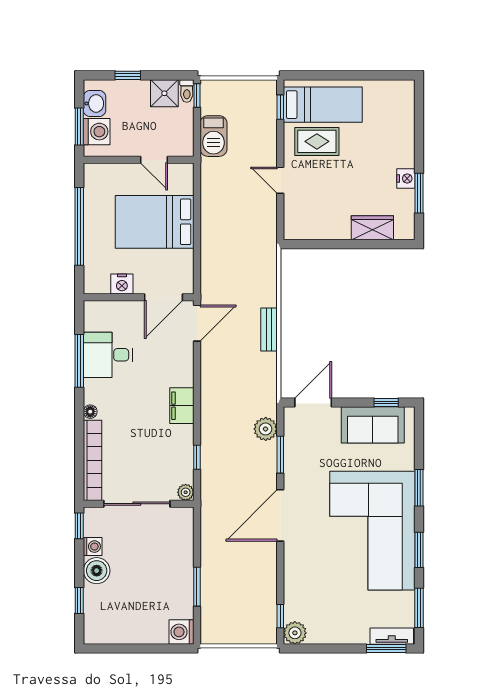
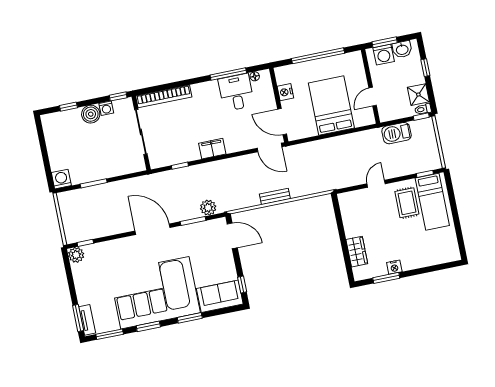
floor lamp: (90, 412) -> (255, 76), moved
sofa: (373, 425) -> (220, 296), moved, turned 90
plant: (186, 492) -> (155, 163), removed

